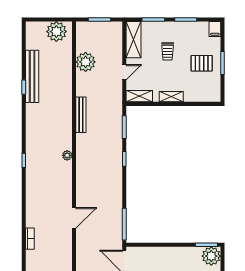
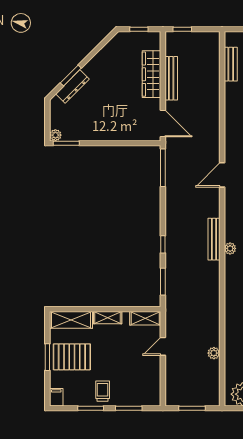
shelving: (134, 40) -> (71, 320), moved, turned 90
trolley: (168, 51) -> (103, 391), moved
plant: (86, 62) -> (214, 353), width x0.53, depth x0.53
pallet: (202, 63) -> (72, 357), width x1.50, depth x1.42
bench: (81, 115) -> (214, 239), moved
plant: (211, 256) -> (55, 135), width x0.53, depth x0.53

